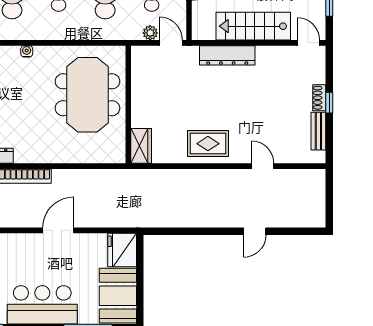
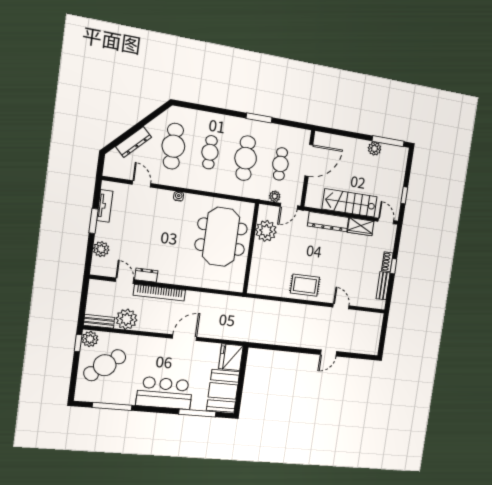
door: (171, 43) -> (289, 206), swing flipped
plant: (145, 79) -> (266, 231), added
wardrobe: (141, 146) -> (361, 227), moved, turned 90

